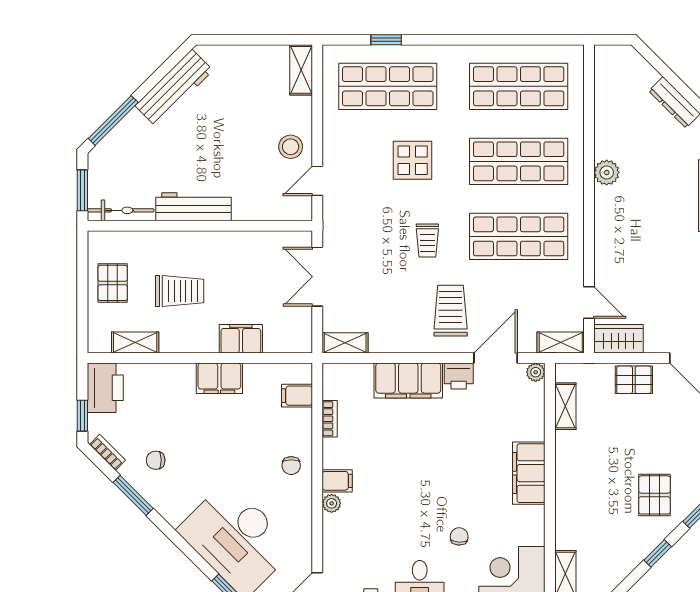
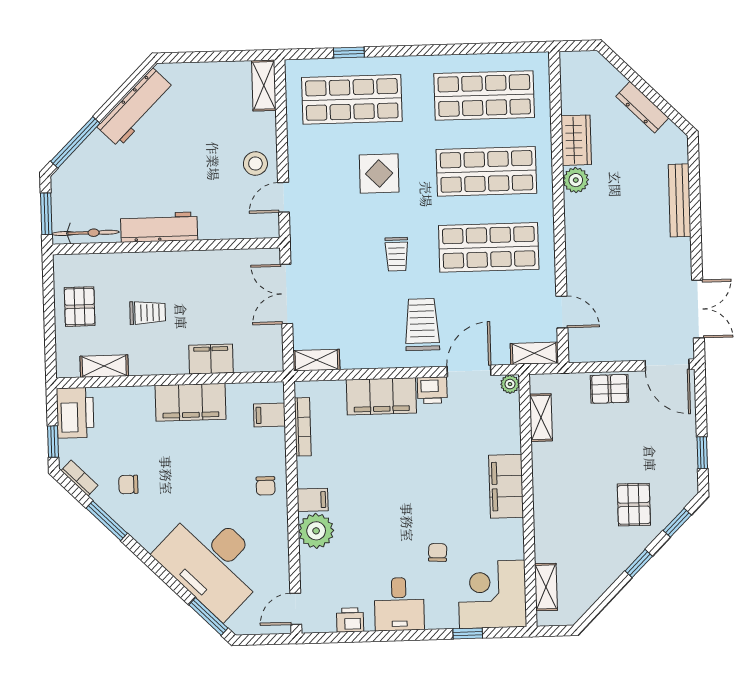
trolley: (180, 291) -> (148, 313), width x0.73, depth x0.72
wardrobe: (619, 339) -> (576, 140), moved, turned 90
filing cabinet: (219, 378) -> (190, 402), width x1.50, depth x1.17
bookcase: (330, 419) -> (303, 427), width x1.56
plant: (332, 503) -> (316, 531), width x1.87, depth x1.87

